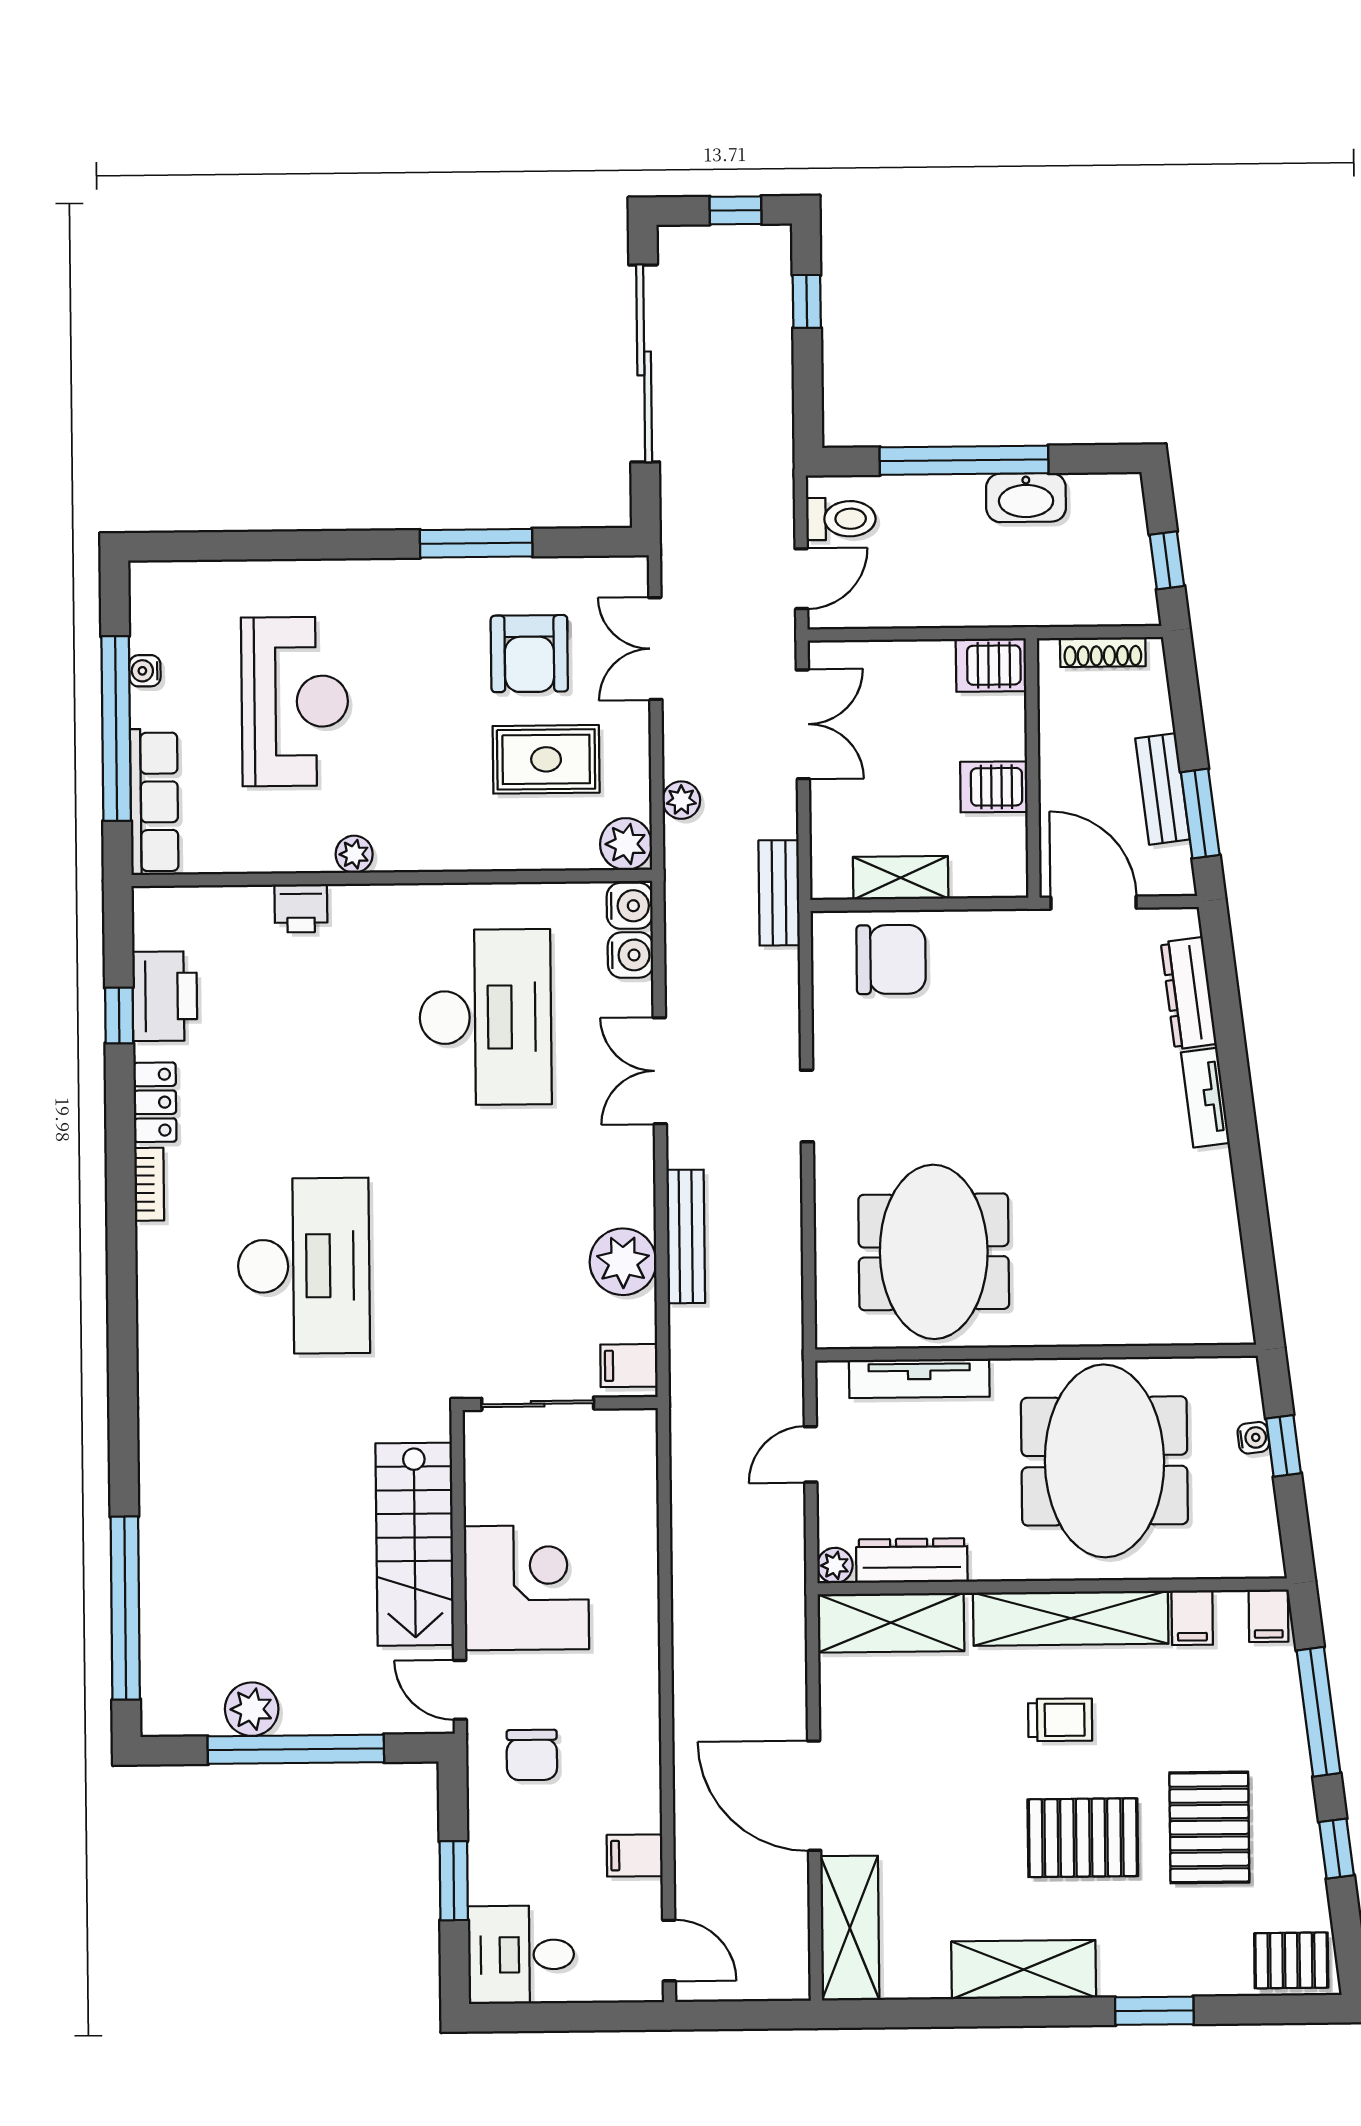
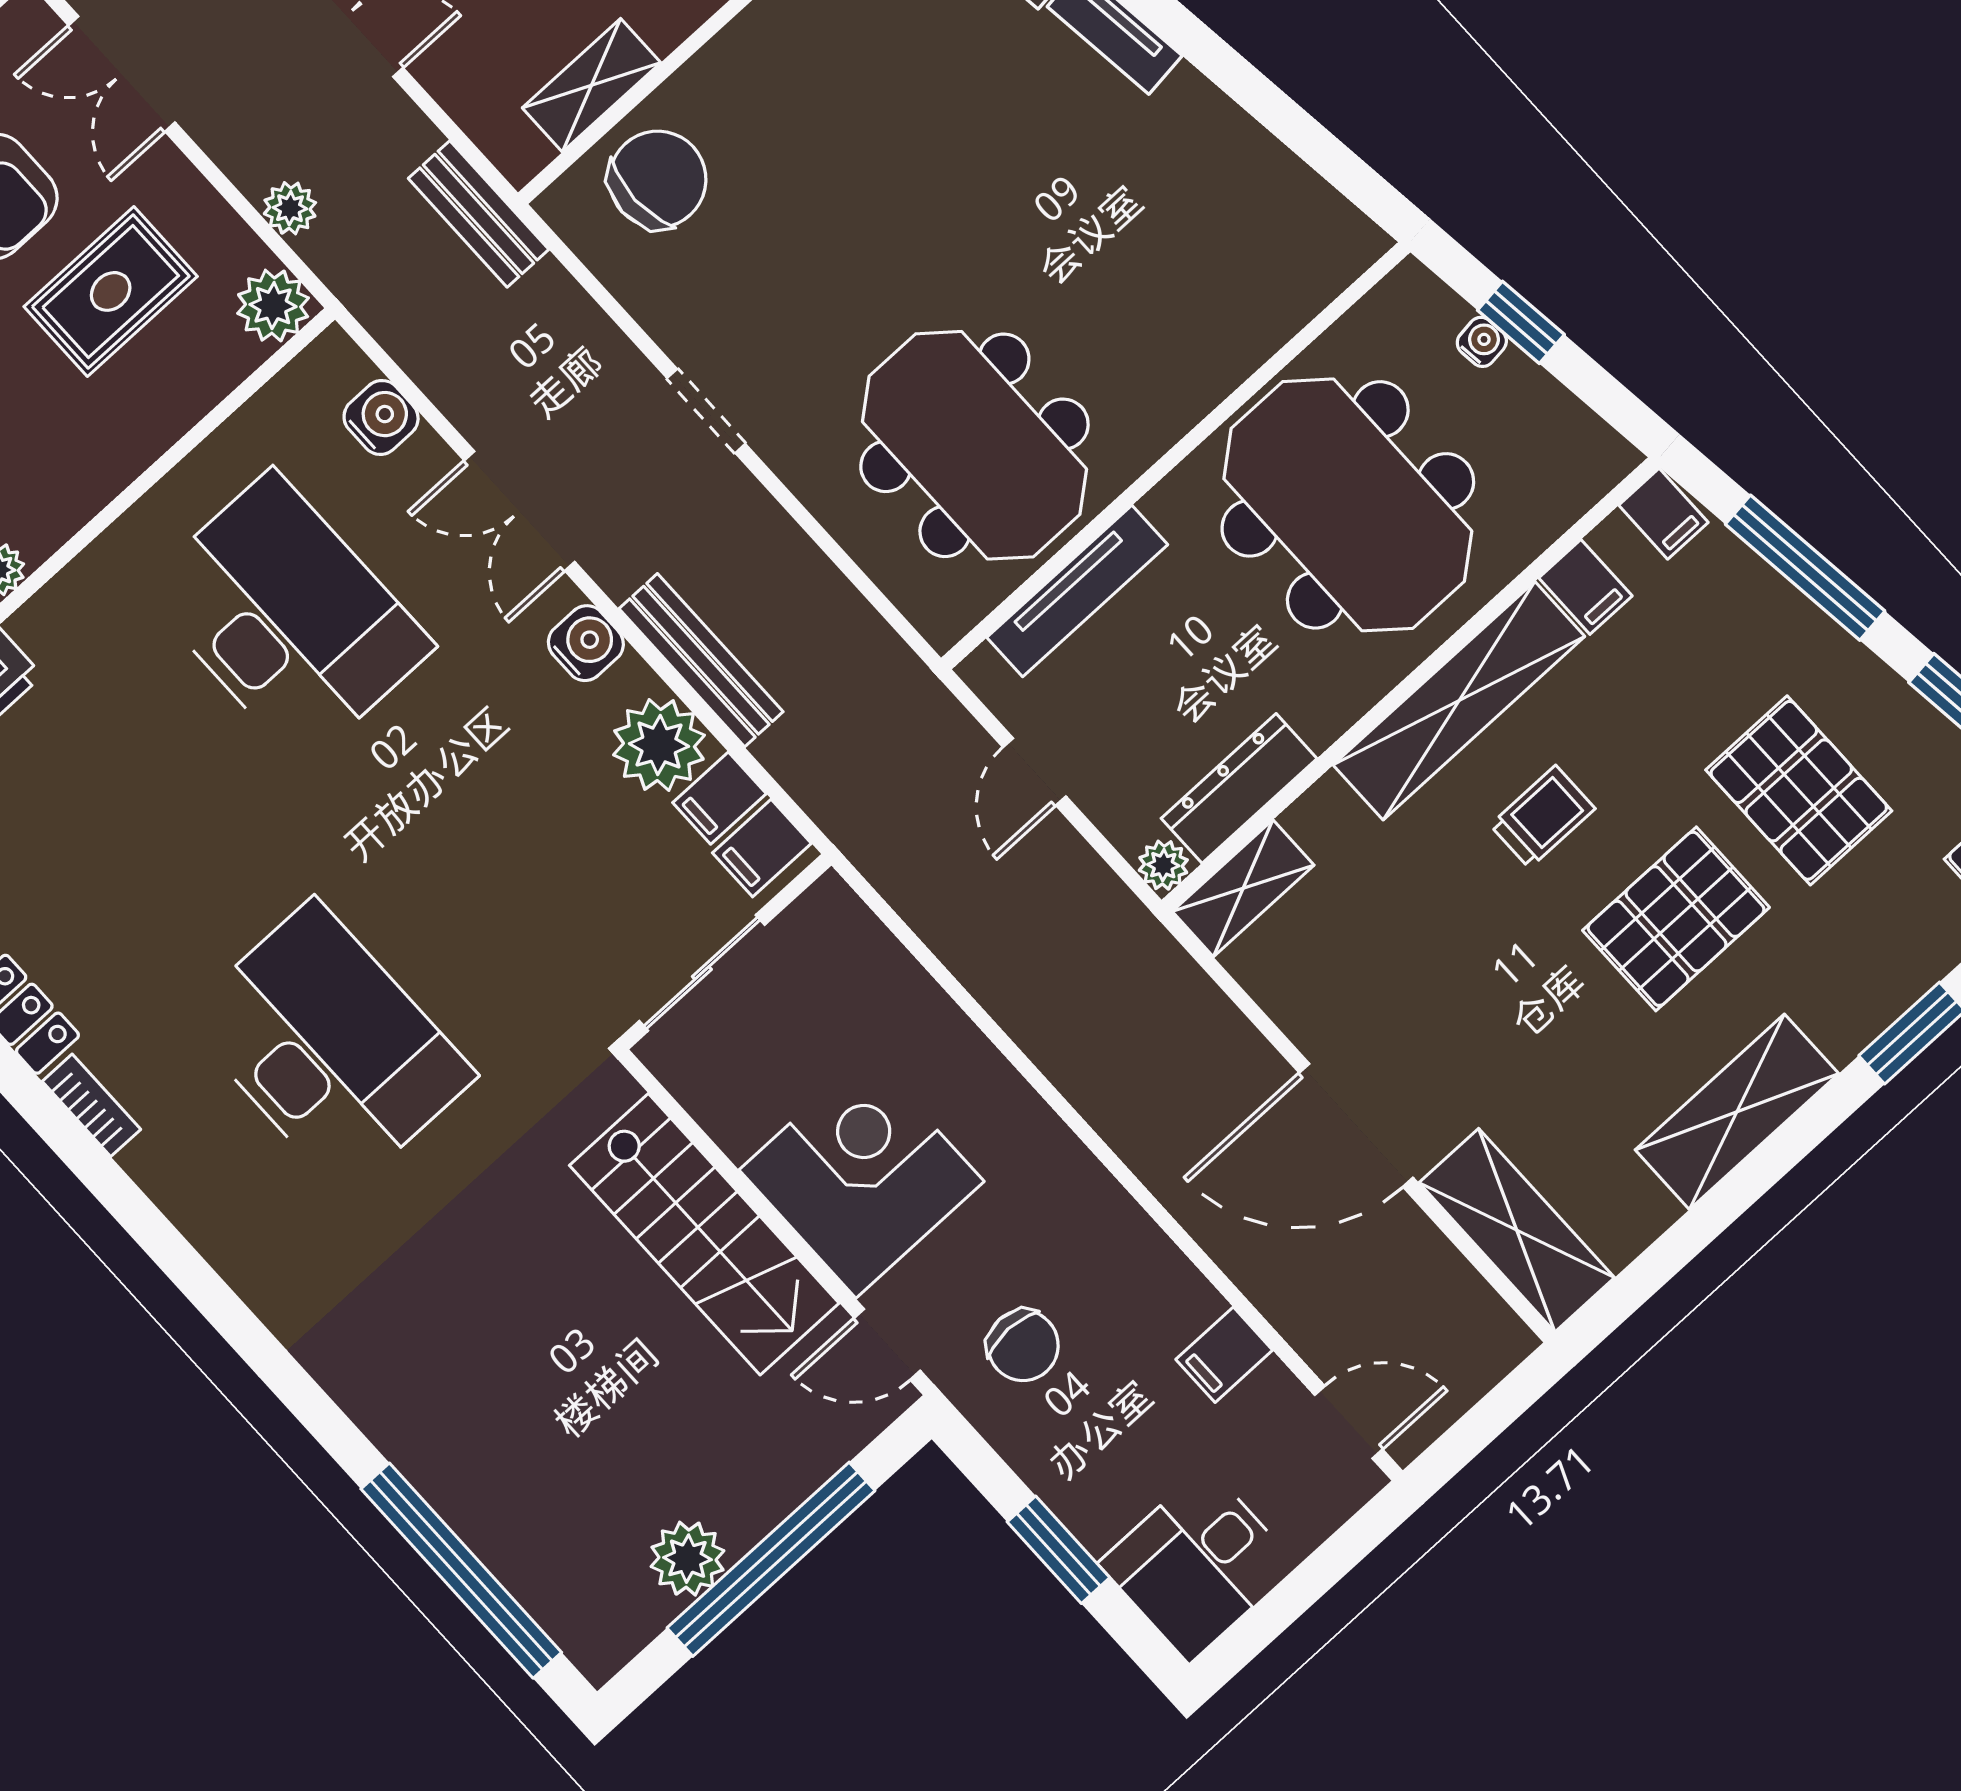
water cooler: (630, 906) -> (586, 643), moved
filing cabinet: (630, 1319) -> (719, 798), added
shelving: (891, 1623) -> (1243, 888), width x0.67, depth x0.75

